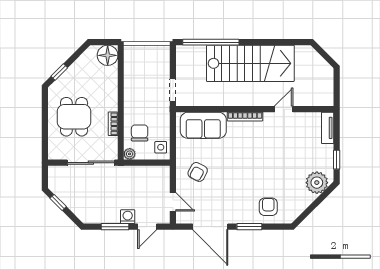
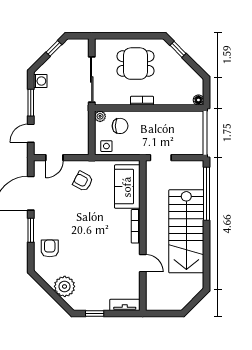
floor lamp: (108, 55) -> (198, 100), width x0.53, depth x0.53
bookcase: (113, 124) -> (142, 101), moved
plant: (317, 183) -> (65, 286), moved
armchair: (268, 207) -> (50, 248), turned -90
washing machine: (128, 217) -> (40, 81), moved
door: (147, 227) -> (31, 133), hinge flipped

